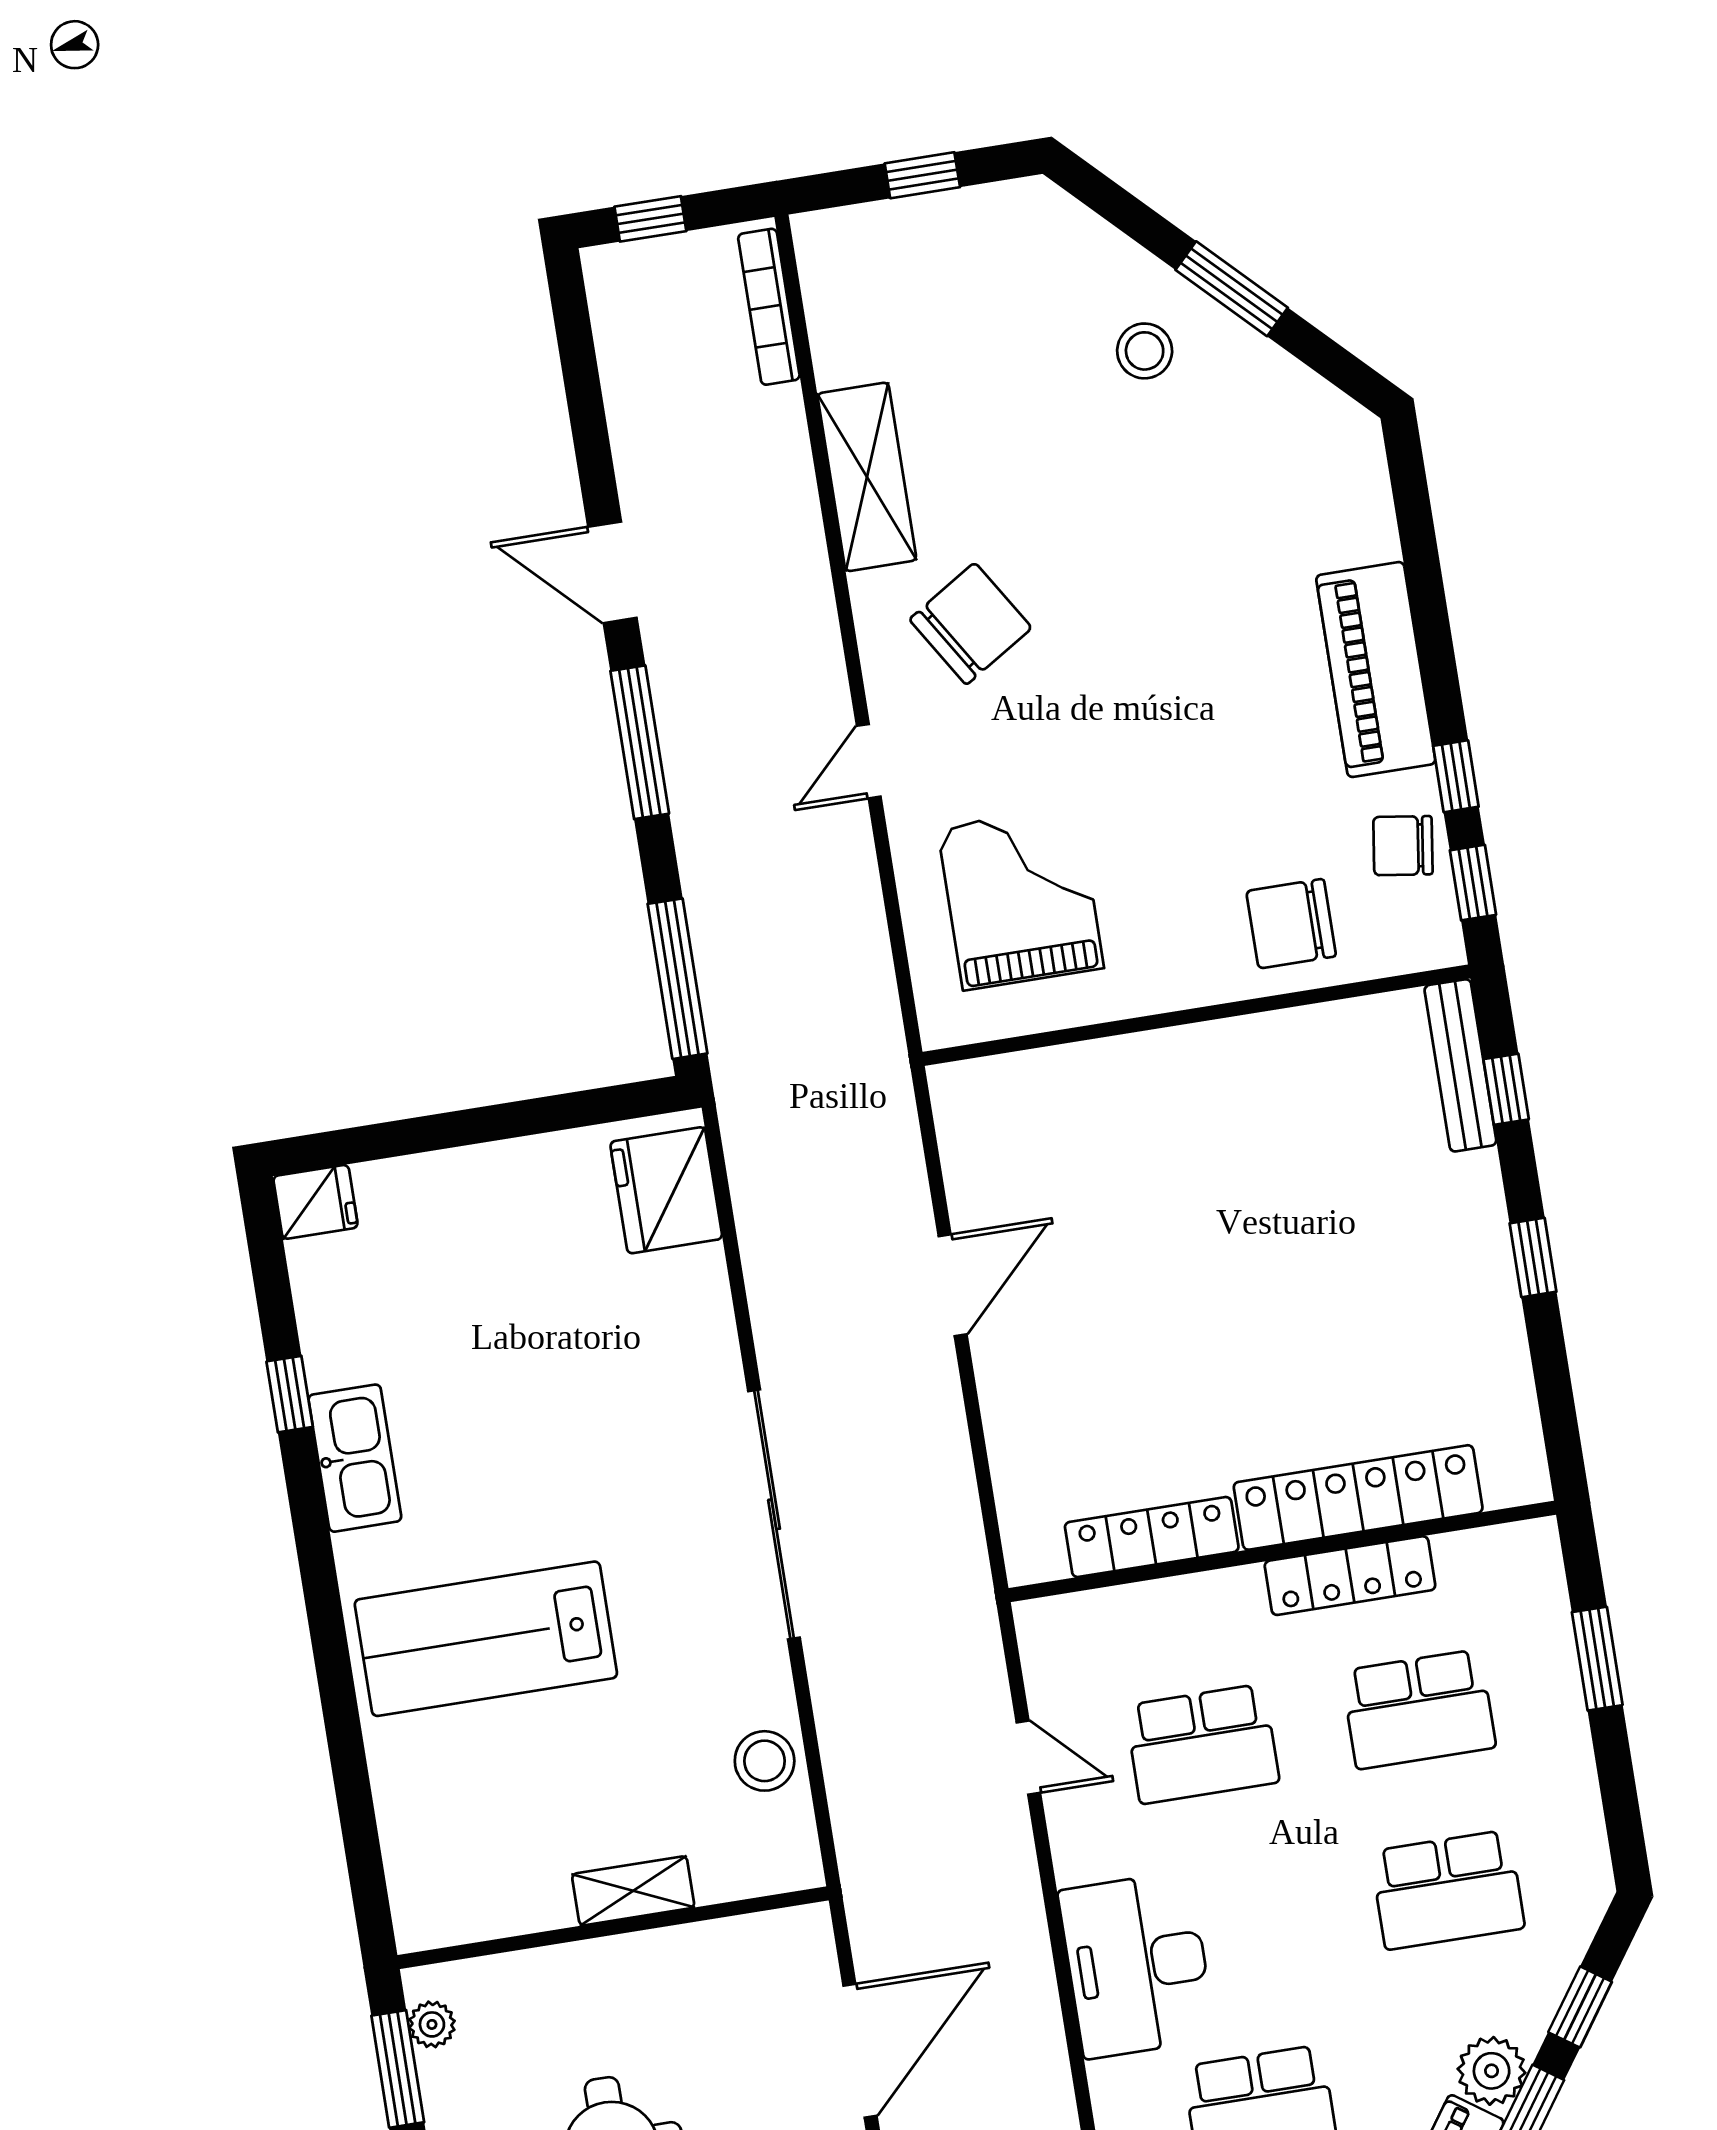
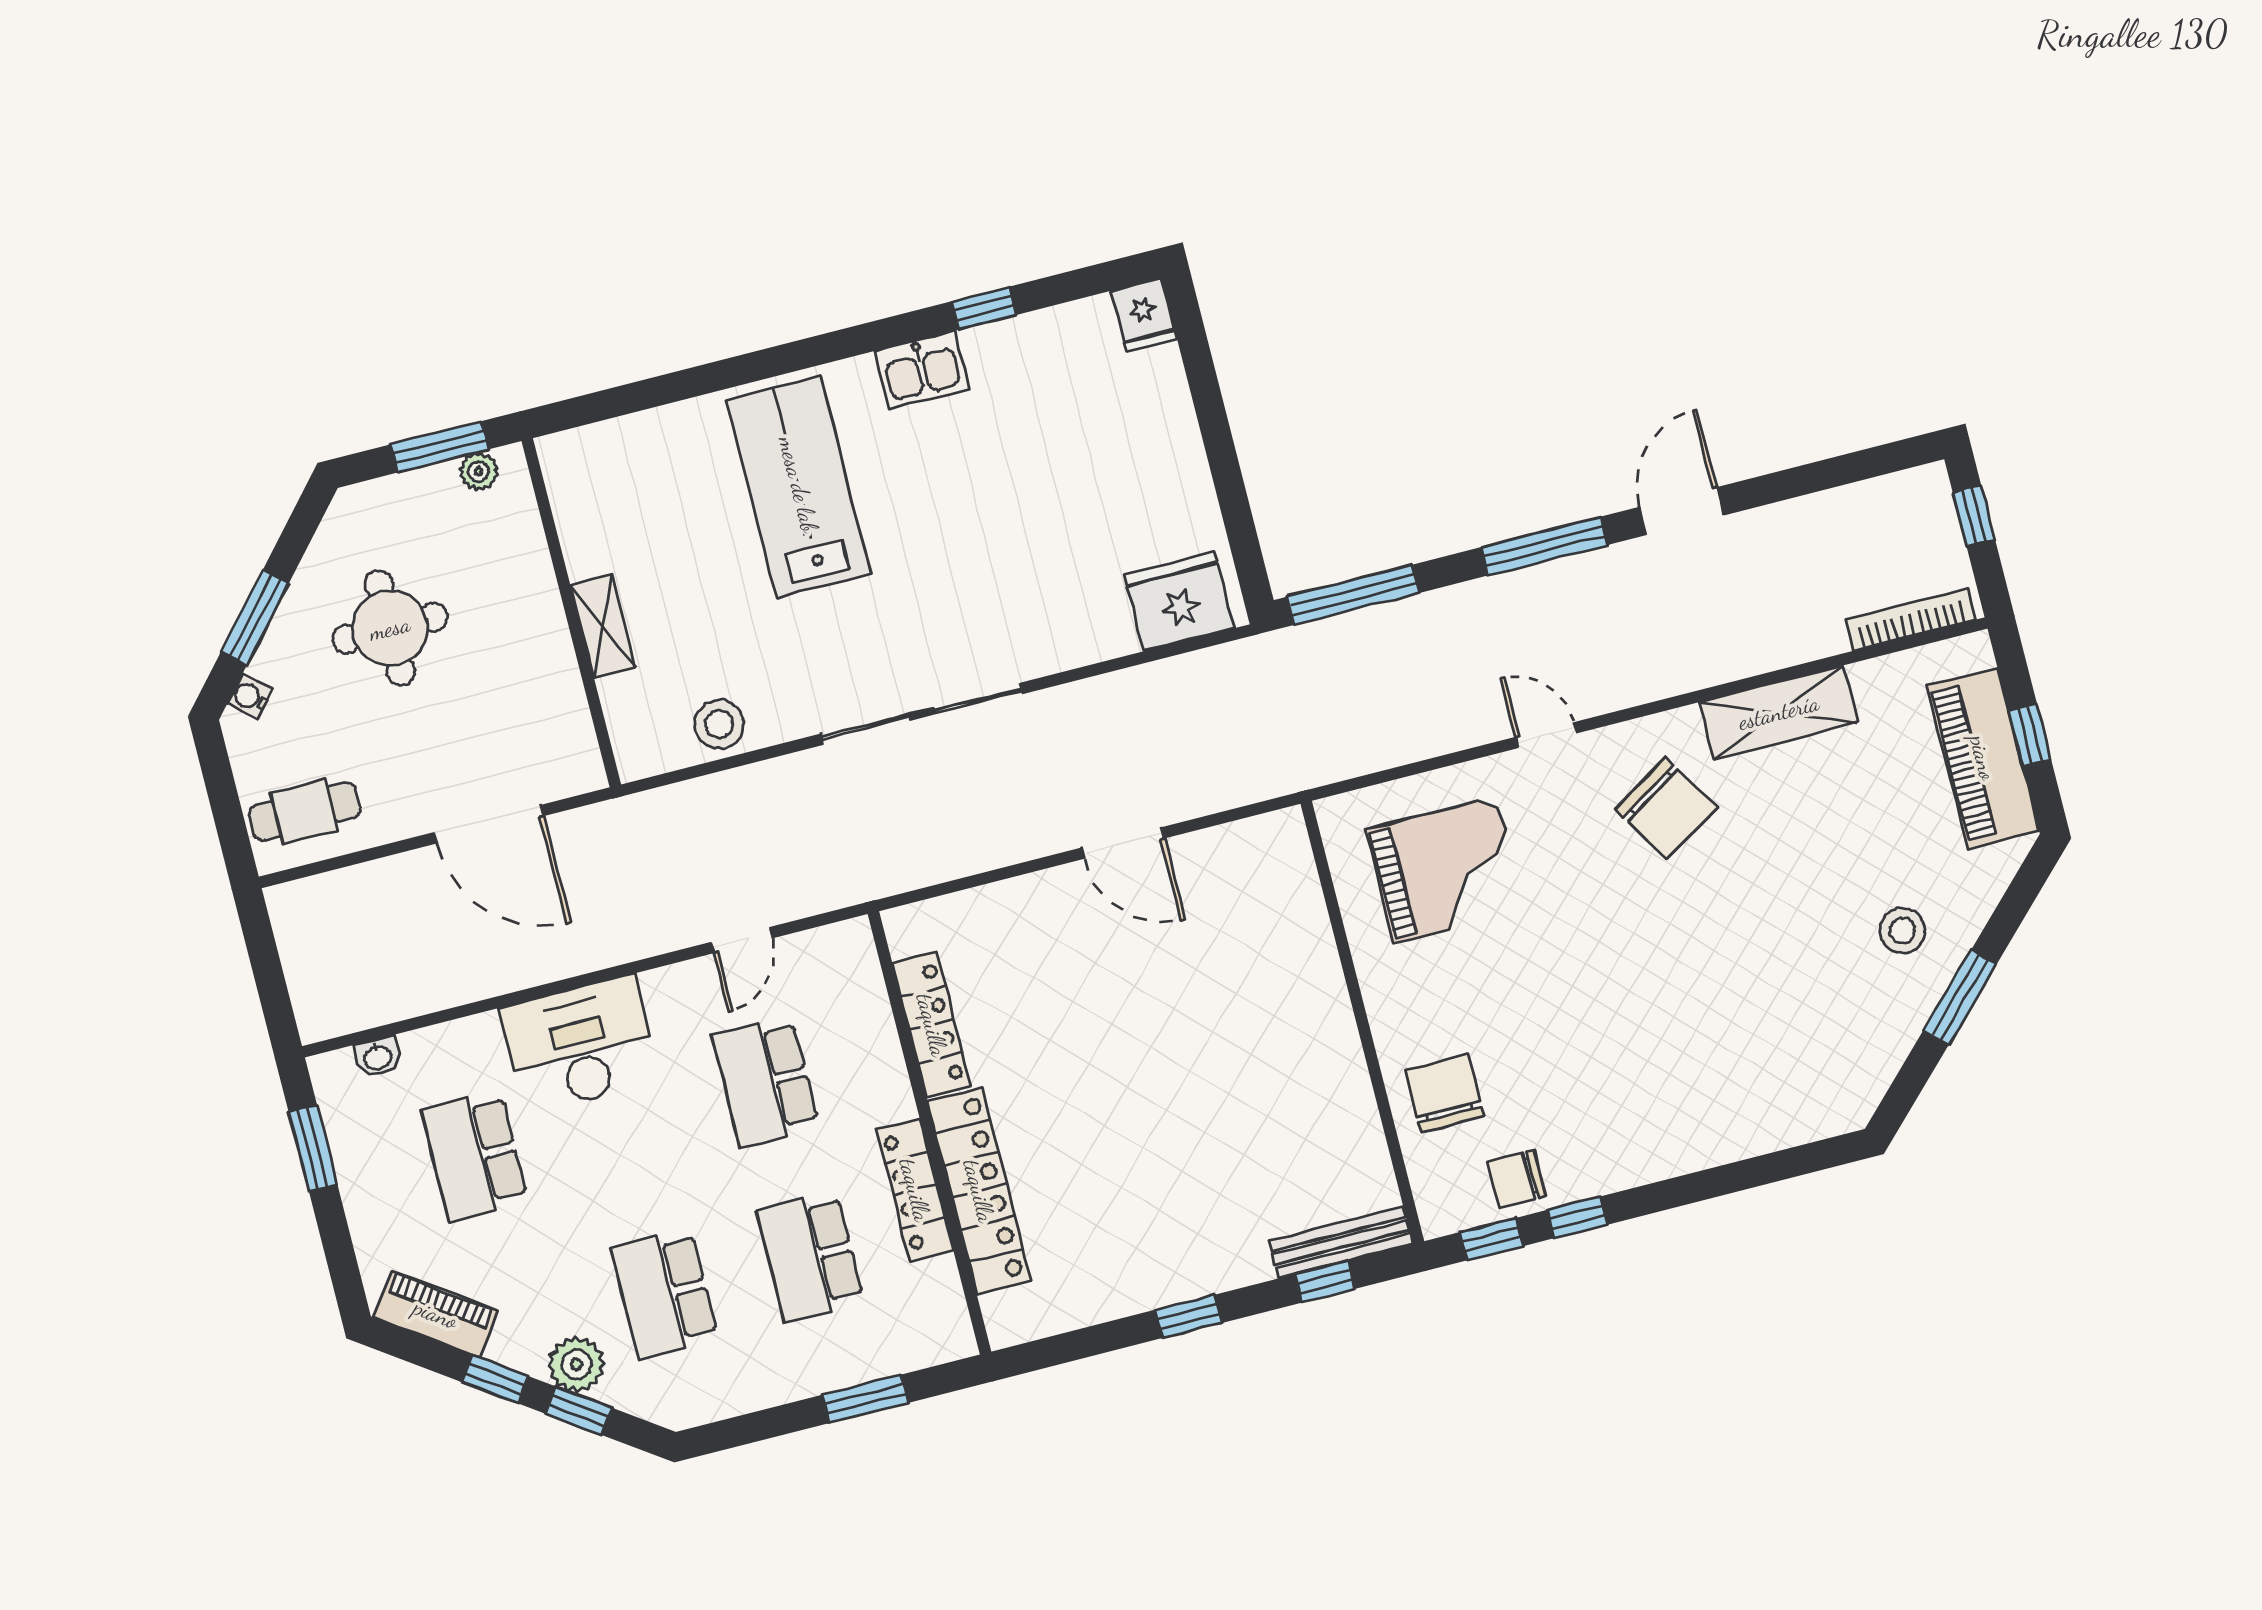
piano: (1376, 670) -> (1983, 758), moved, turned -90
chair: (1403, 846) -> (1517, 1179), turned -98
kitchen sink: (355, 1458) -> (922, 370), width x0.73
plant: (1492, 2071) -> (577, 1364), moved

